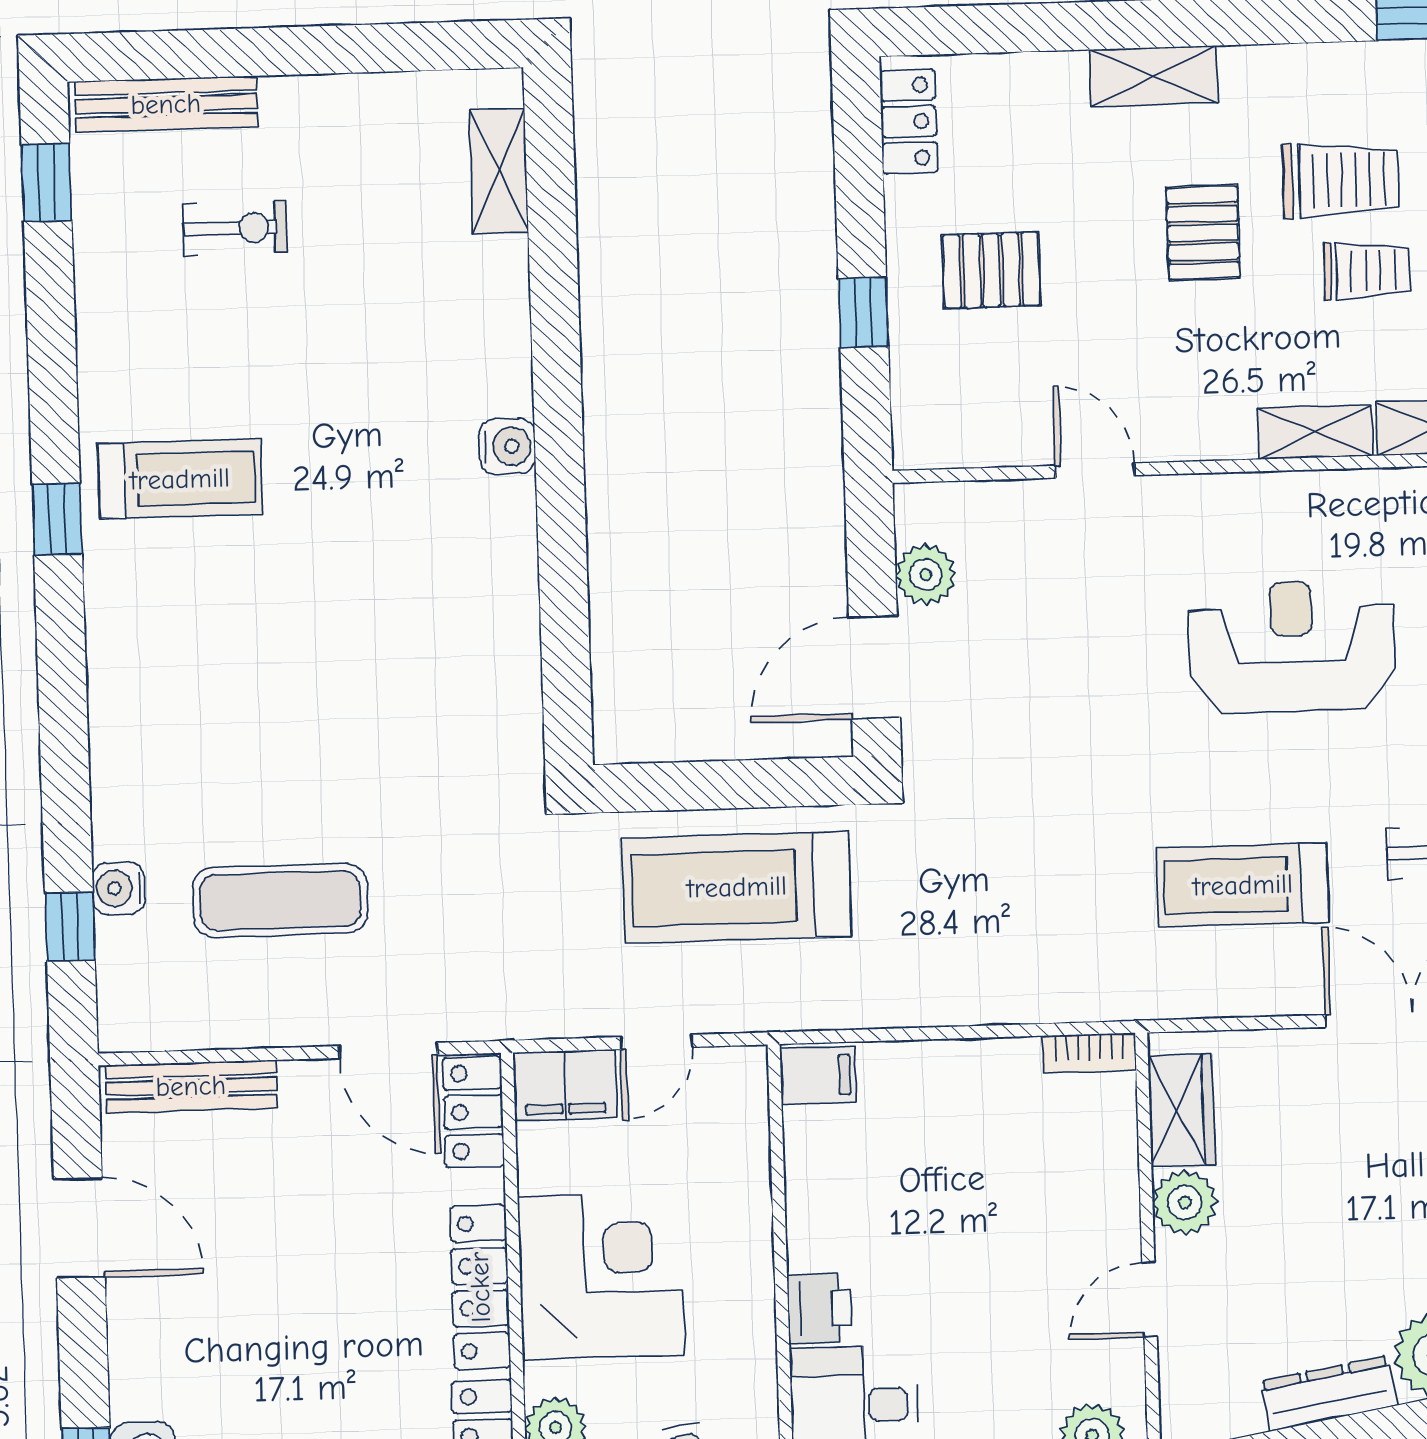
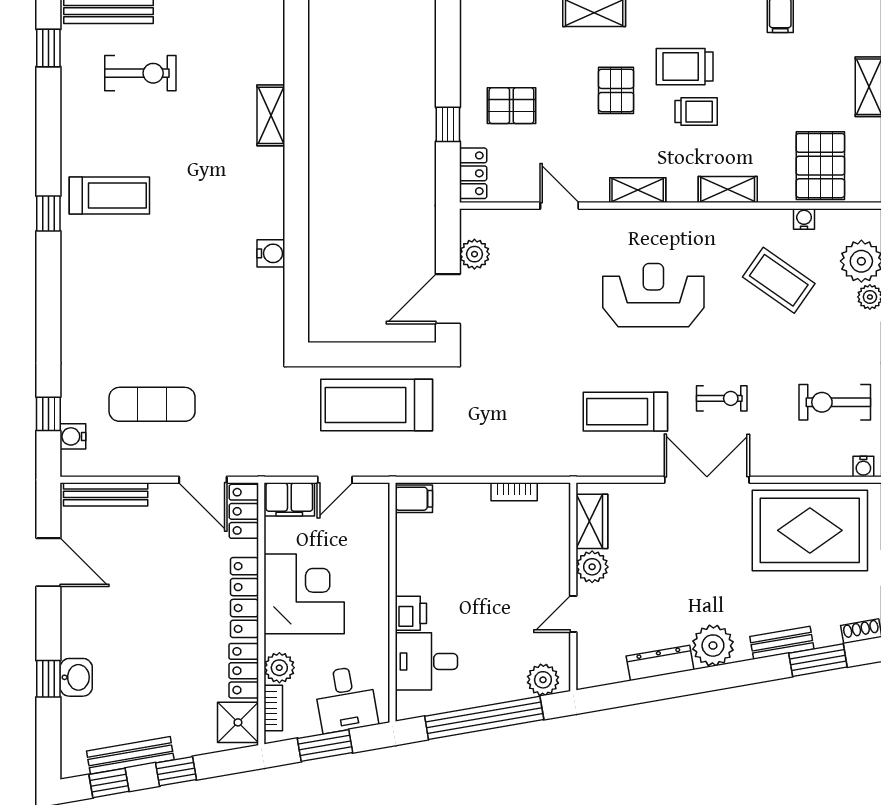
locker: (909, 122) -> (473, 173), moved
shelving: (499, 171) -> (271, 115), moved
trolley: (1341, 180) -> (685, 67), turned 180
exercise bike: (235, 228) -> (140, 73), width x1.38, depth x1.39
shelving: (1315, 432) -> (638, 190), moved
water cooler: (507, 446) -> (271, 253), moved
water cooler: (119, 888) -> (73, 436), moved
bookcase: (1089, 1053) -> (514, 492), moved

